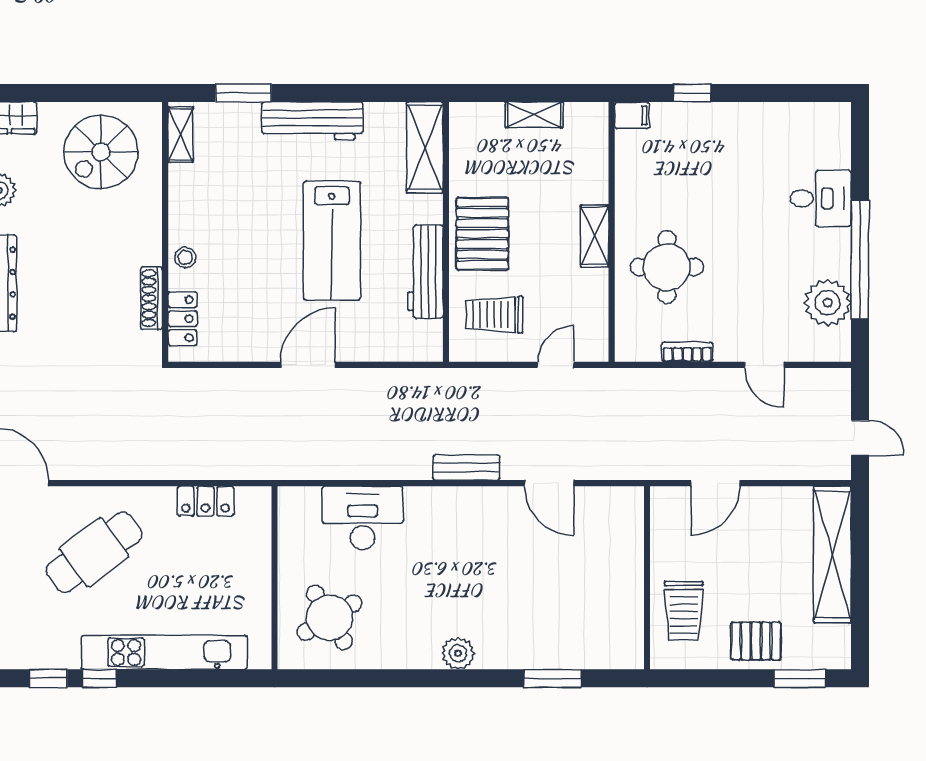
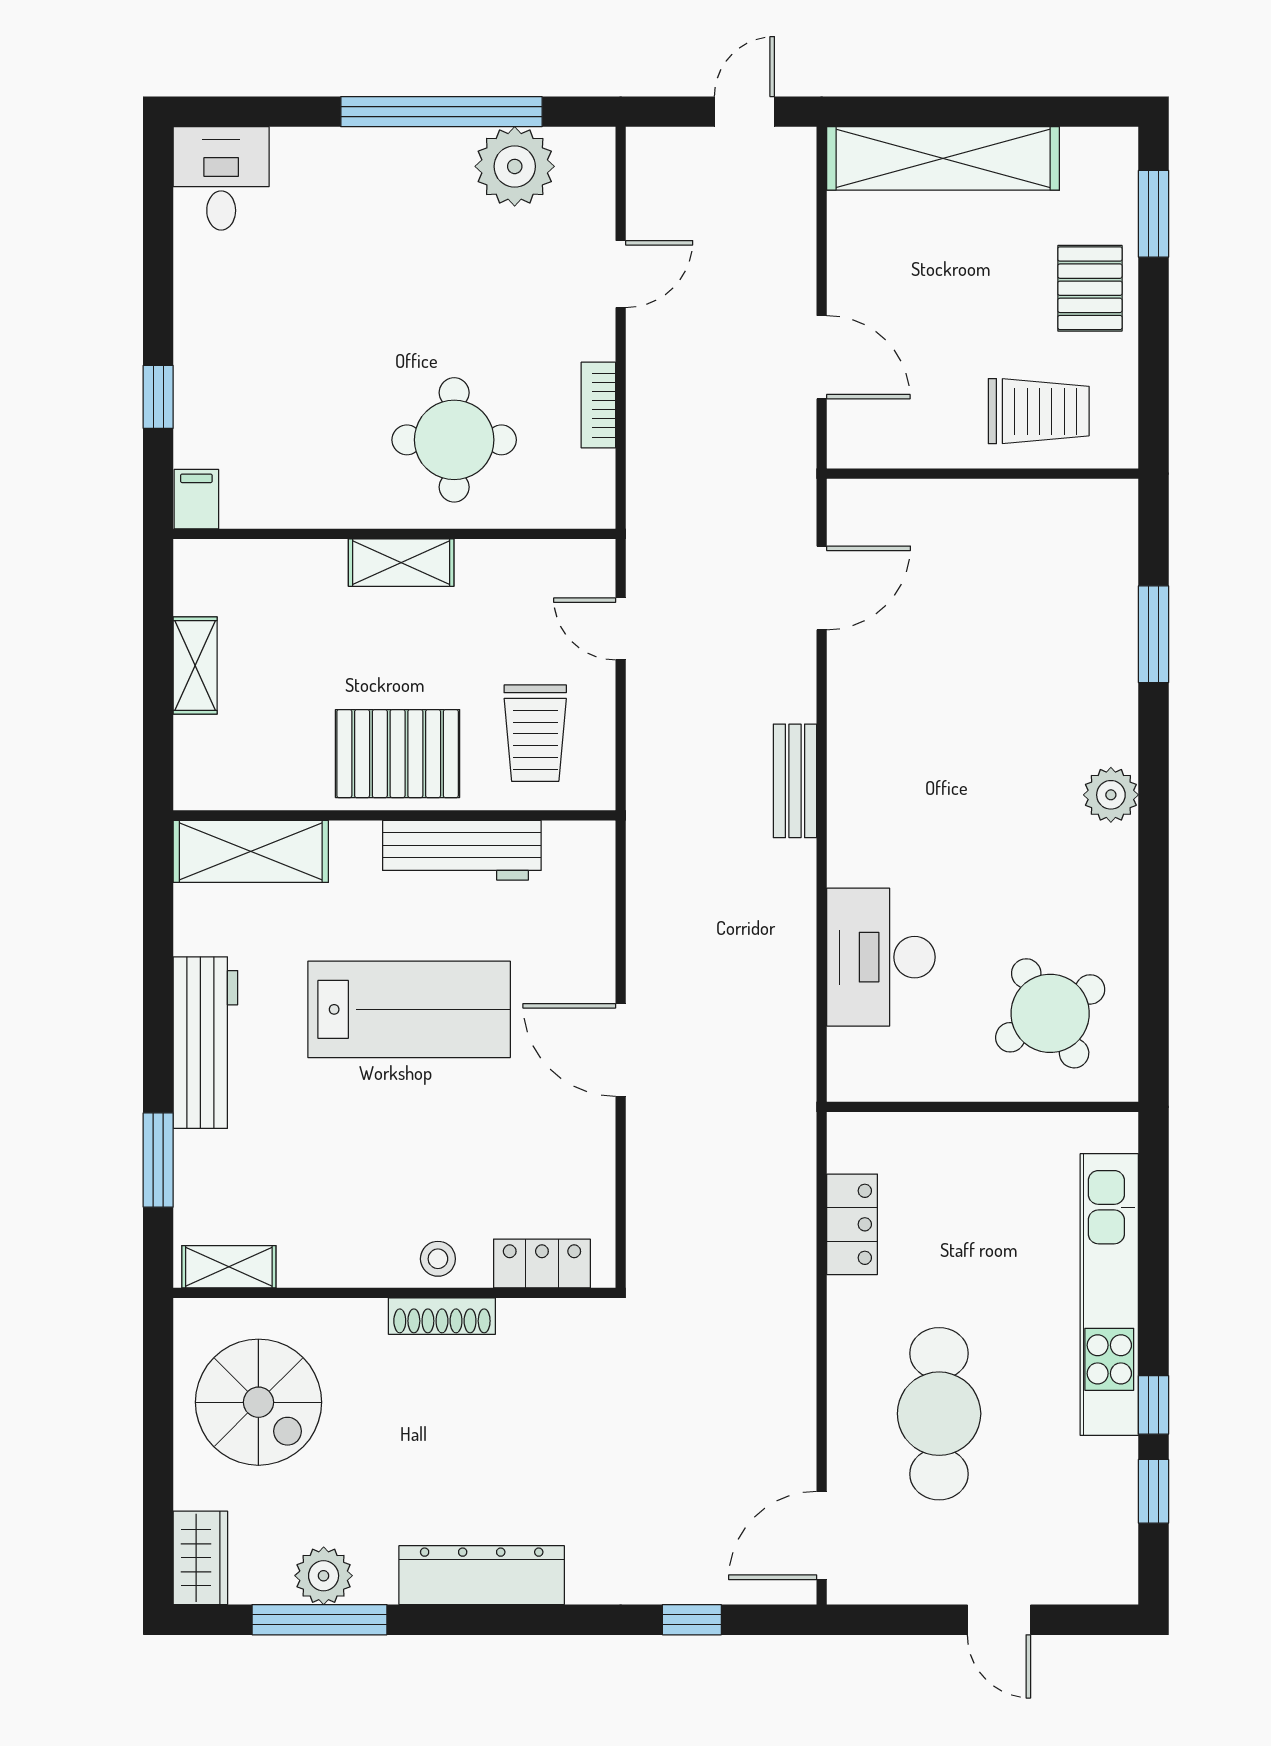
desk: (821, 198) -> (221, 178), moved
shoe rack: (151, 298) -> (442, 1316), moved
door: (549, 483) -> (822, 588), moved
cafe table: (94, 552) -> (939, 1414), turned 36

